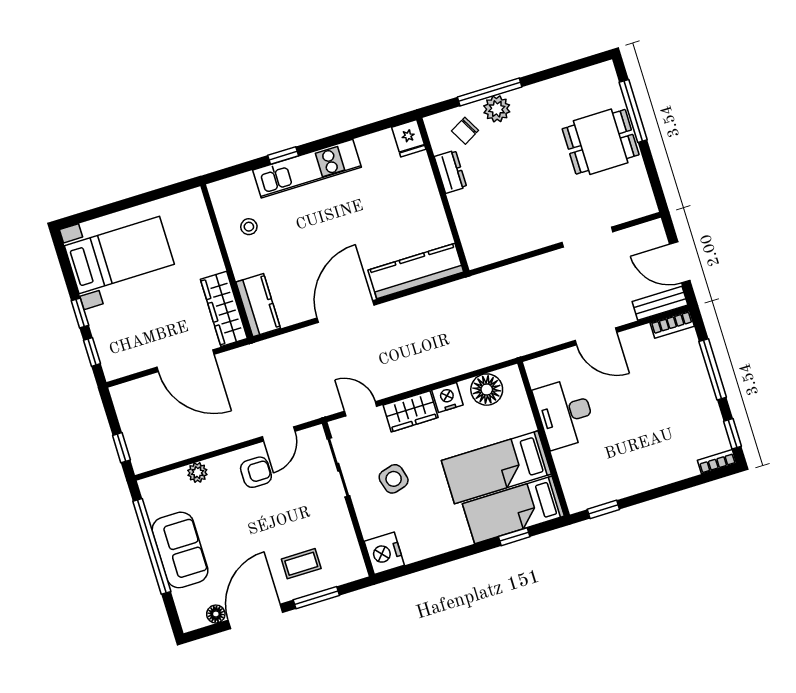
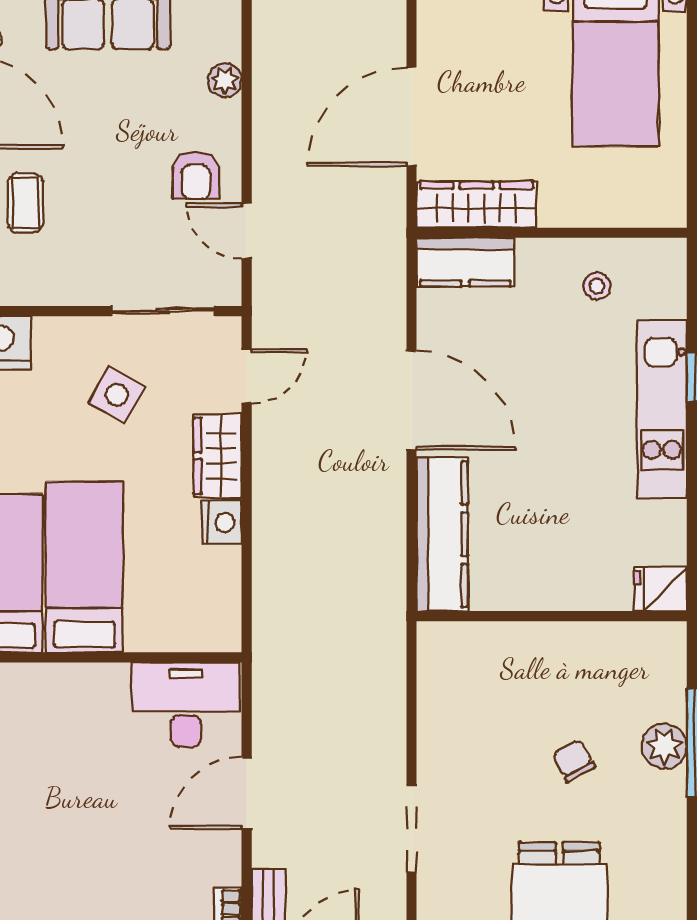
chair: (465, 131) -> (574, 761), moved
dresser: (450, 172) -> (585, 640), removed
floor lamp: (487, 390) -> (215, 590), removed
desk: (565, 413) -> (186, 705), moved
side table: (394, 479) -> (117, 395), turned 45

